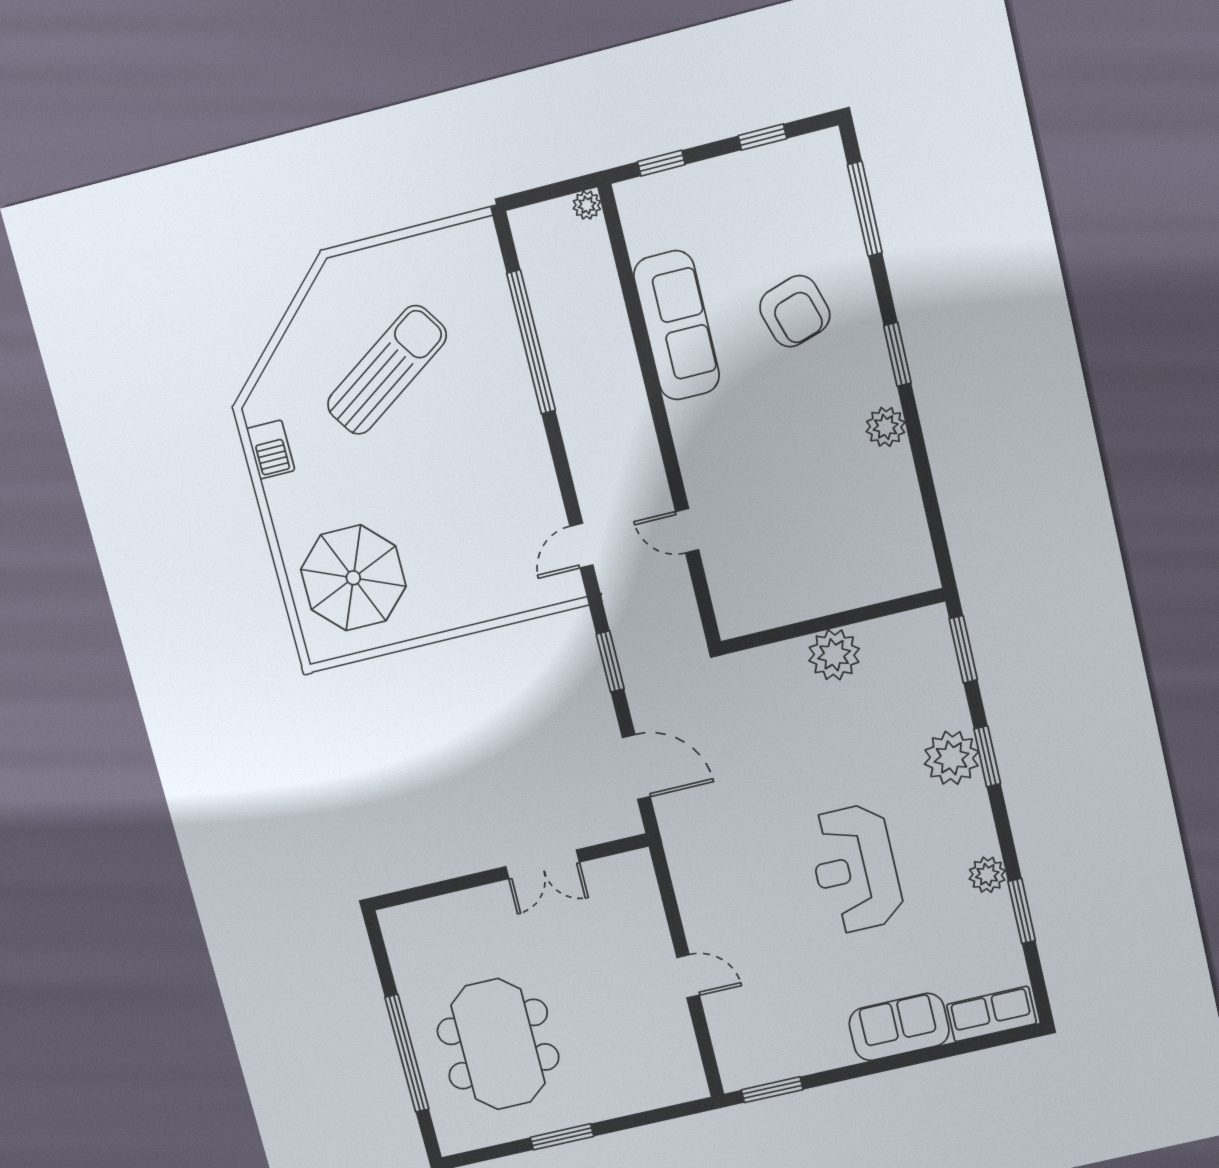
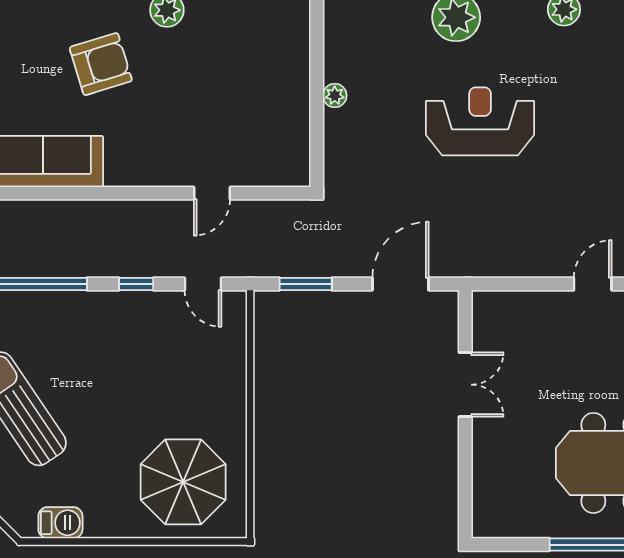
armchair: (795, 311) -> (101, 64), moved
window: (562, 469) -> (136, 284), added
plant: (834, 655) -> (335, 95), width x0.53, depth x0.53
reception desk: (855, 869) -> (480, 121), moved, turned 180

